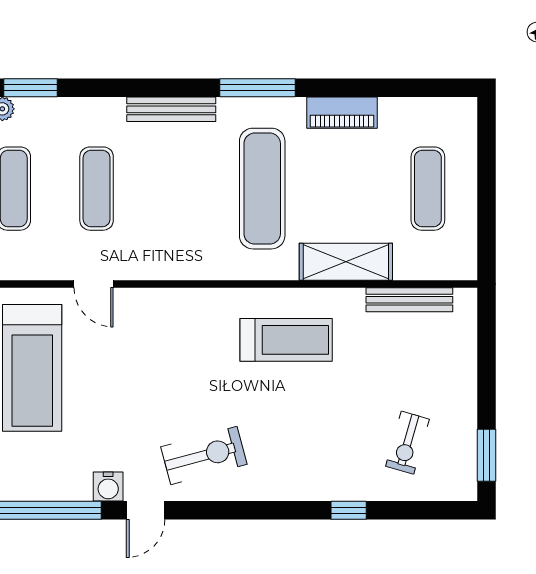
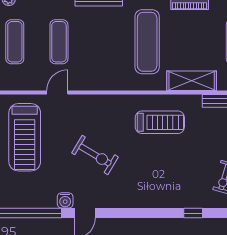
door: (94, 284) -> (57, 93), swing flipped
exercise bike: (204, 455) -> (95, 155), moved, turned 46

